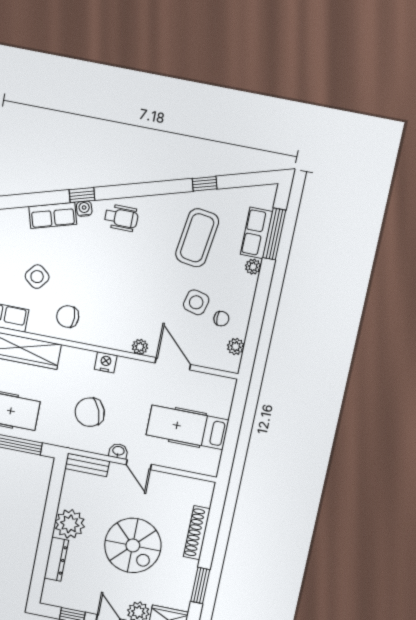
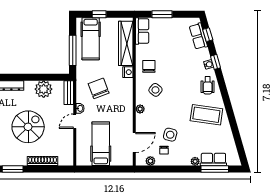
window: (205, 184) -> (208, 35), moved
row of seats: (53, 215) -> (198, 36), moved
coffee table: (197, 238) -> (206, 115), moved
side table: (37, 277) -> (155, 90), moved
nightstand: (106, 362) -> (128, 72), moved
door: (173, 364) -> (134, 142), moved
plant: (70, 524) -> (44, 89), moved
spiral stairs: (133, 545) -> (28, 127), turned 180

